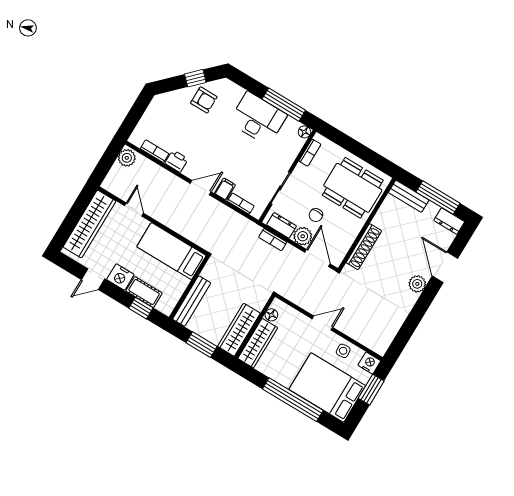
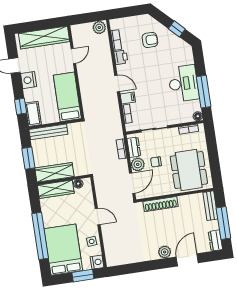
armchair: (204, 100) -> (150, 40), moved, turned -90
cot: (144, 292) -> (33, 114), moved

